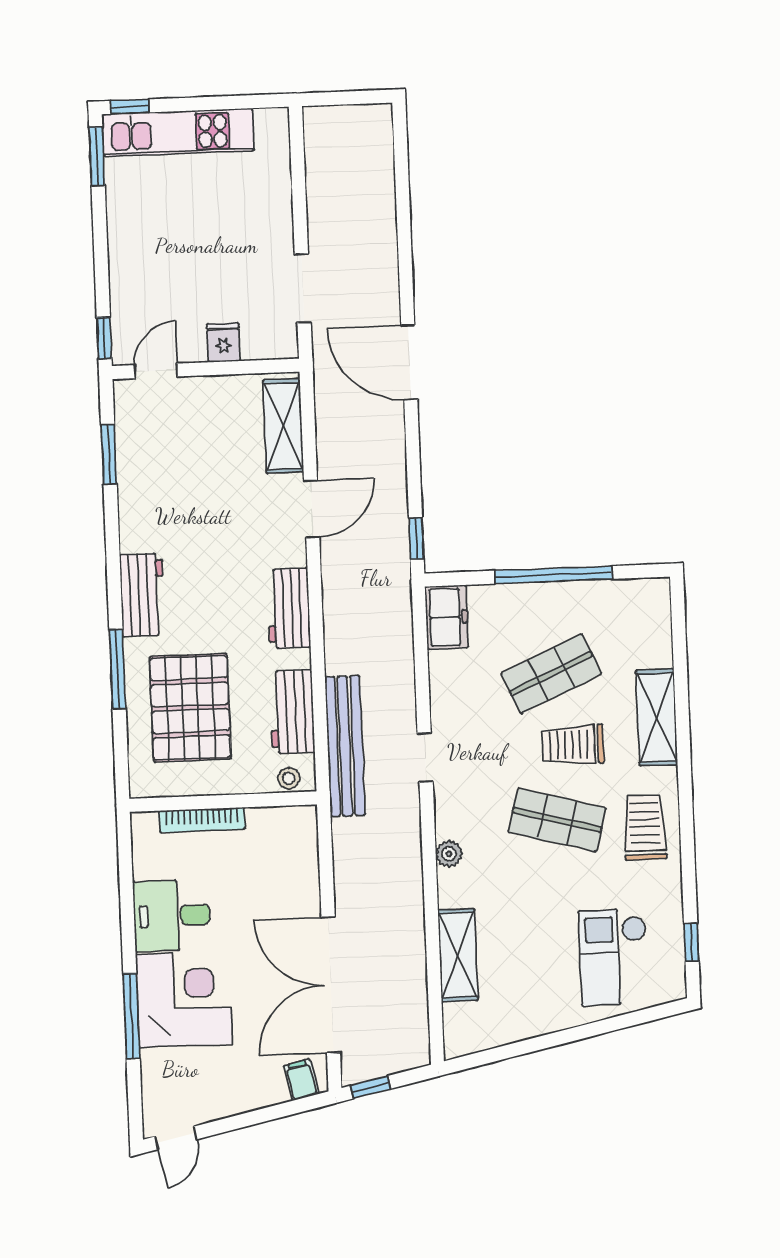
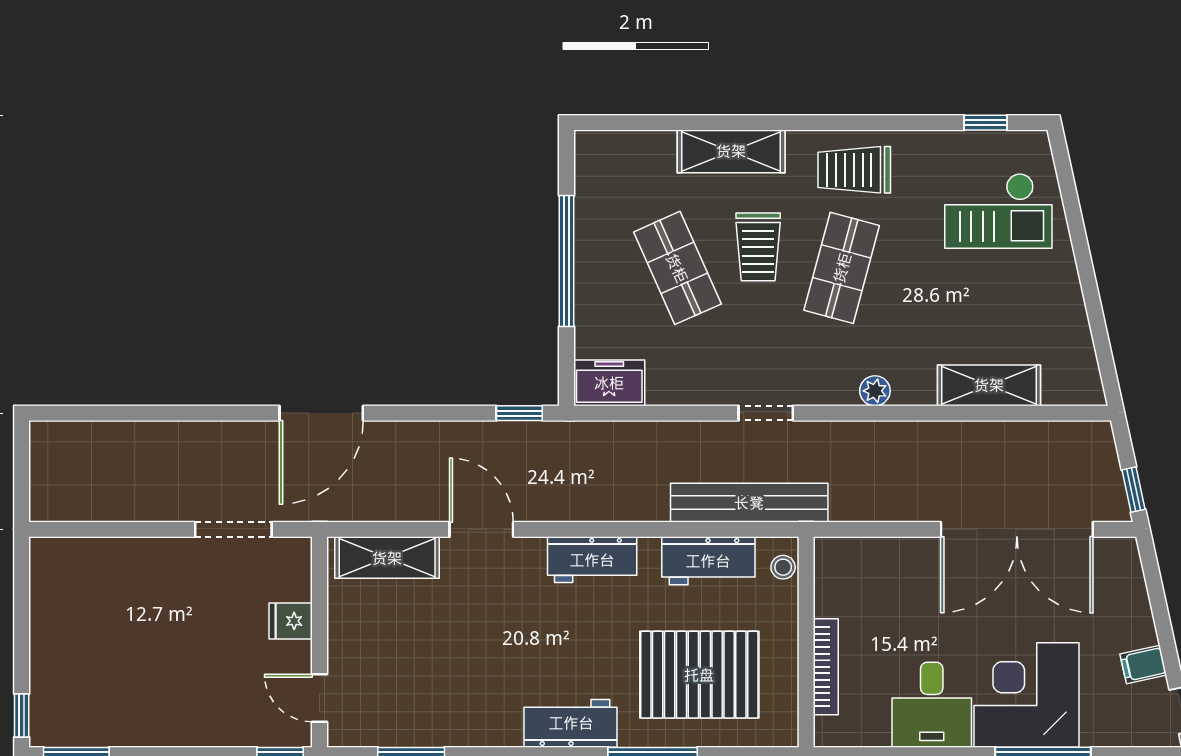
kitchen unit: (178, 132) -> (53, 663), removed
filing cabinet: (301, 1080) -> (1143, 665), moved

